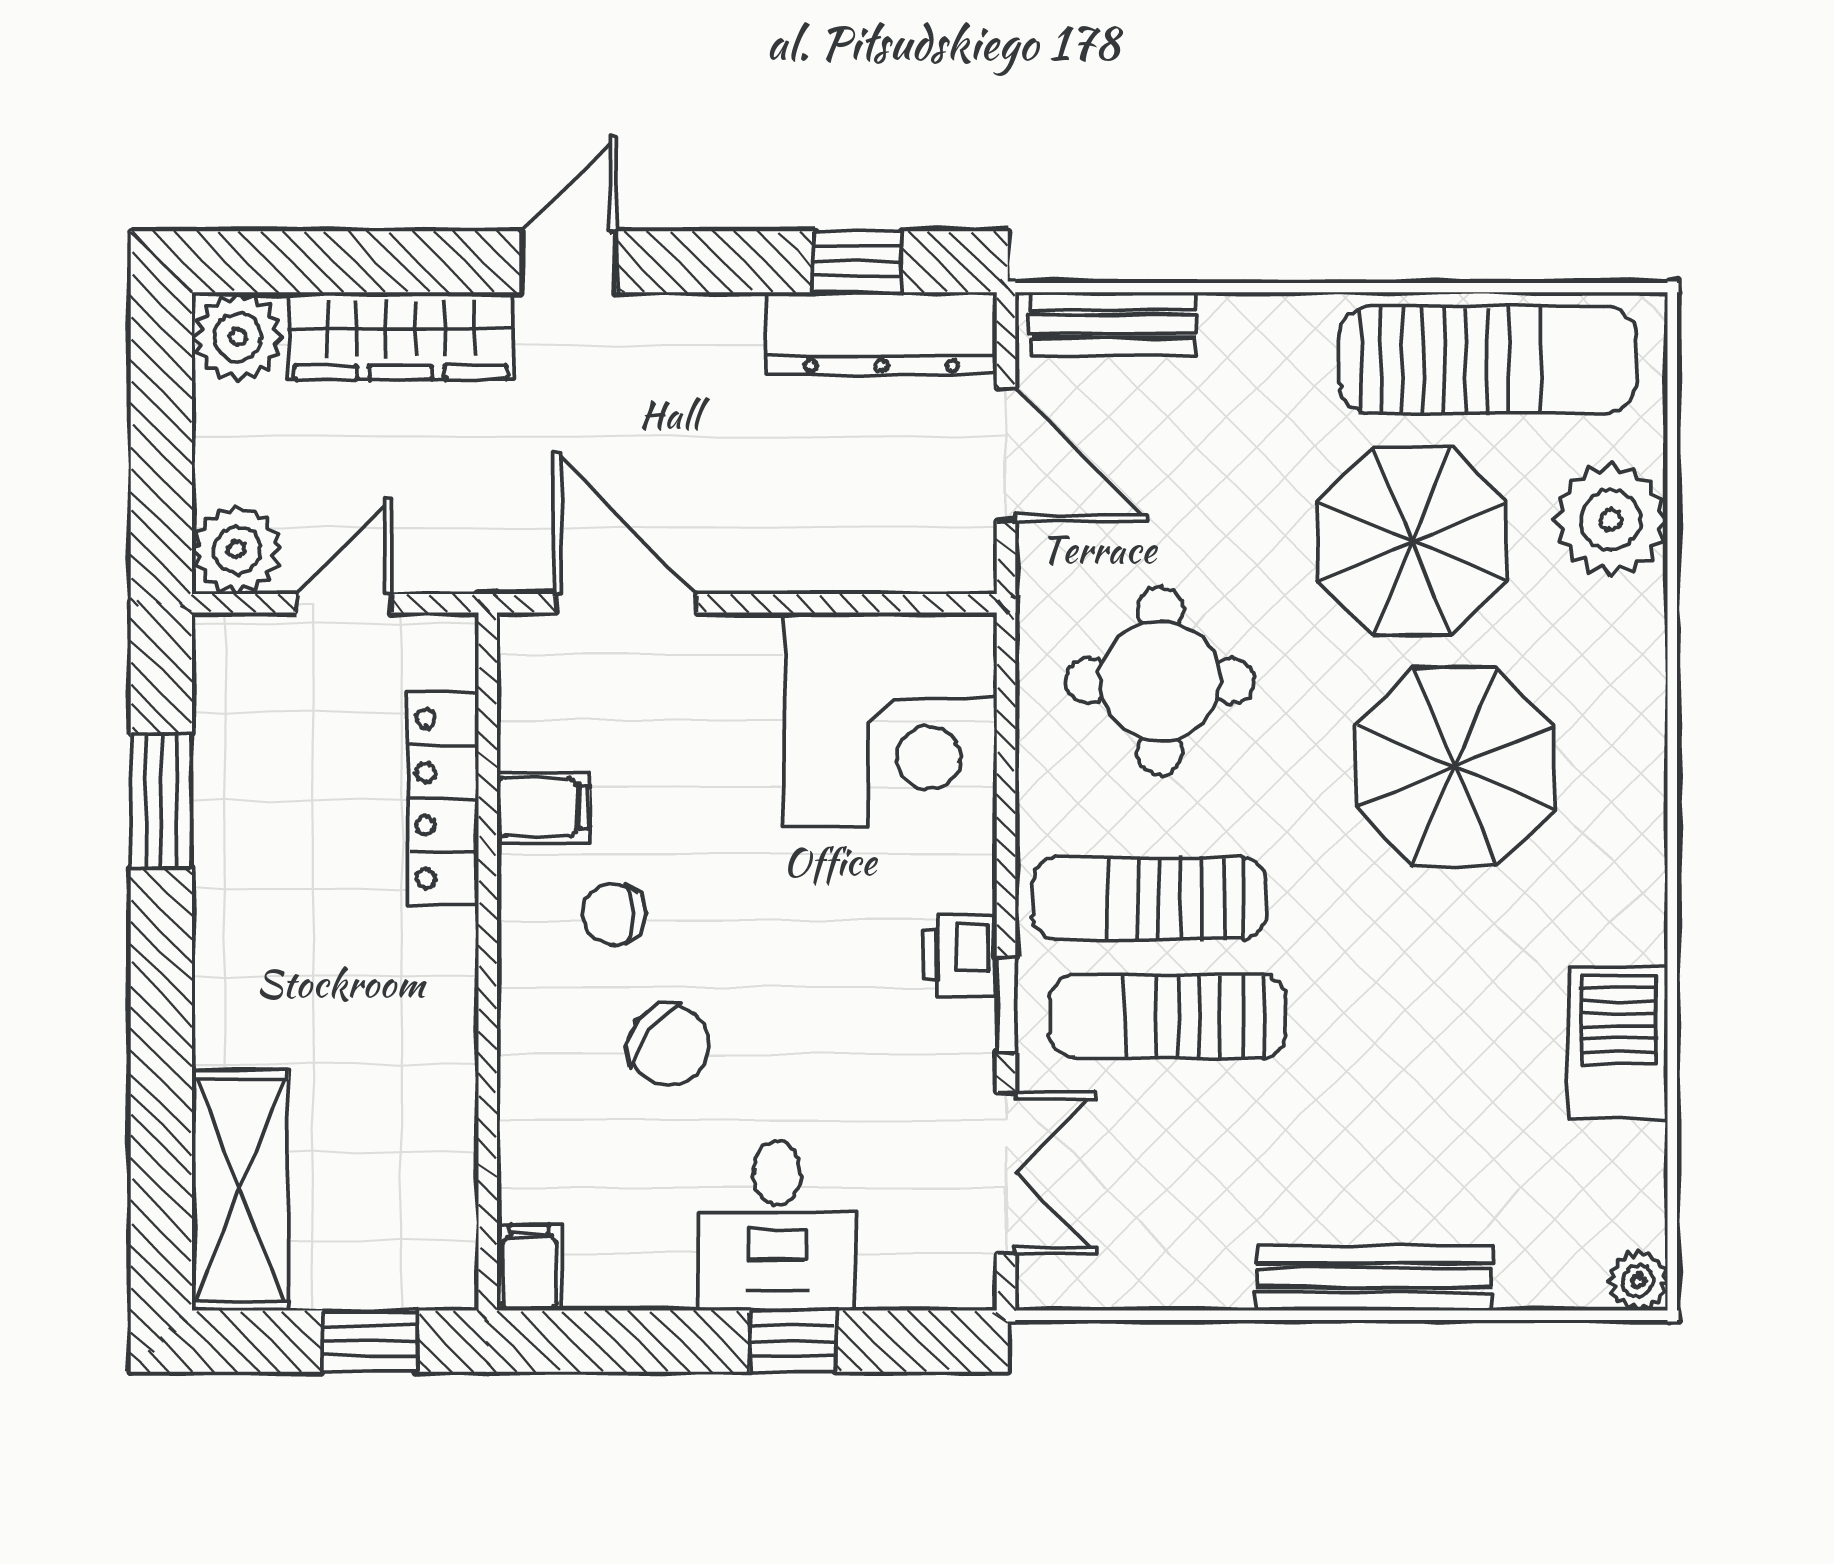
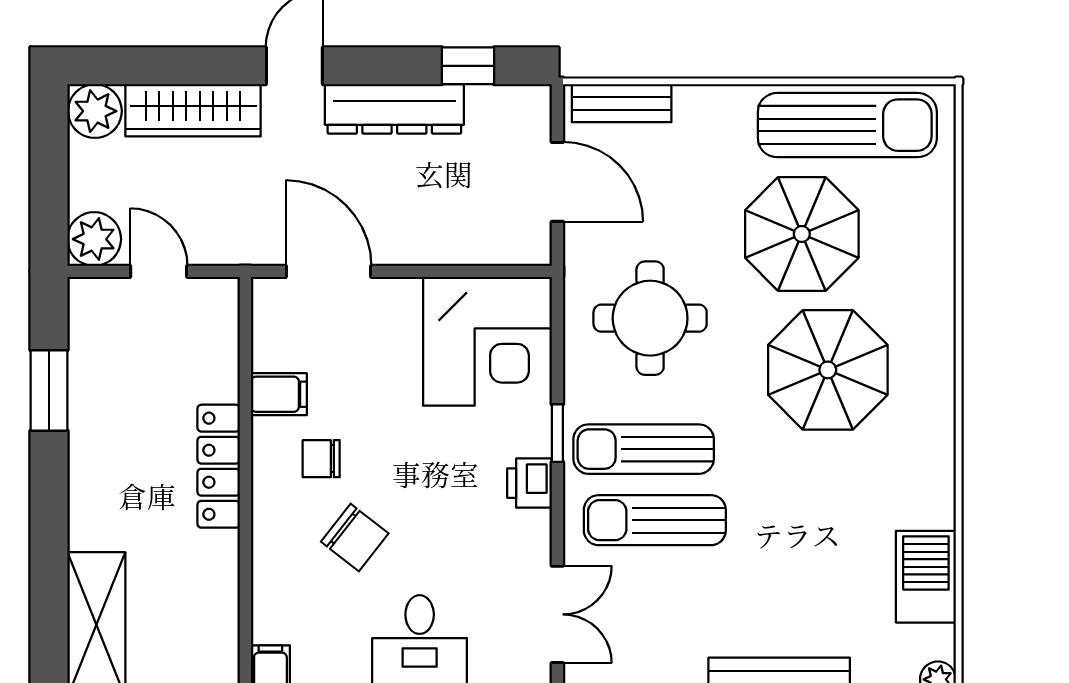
dresser: (881, 333) -> (394, 109), moved
plant: (1611, 520) -> (921, 221), removed
door: (344, 603) -> (159, 271), hinge flipped
locker: (443, 799) -> (219, 466), moved
window: (1006, 1005) -> (557, 433), moved
barbecue: (1618, 1043) -> (926, 577), moved

